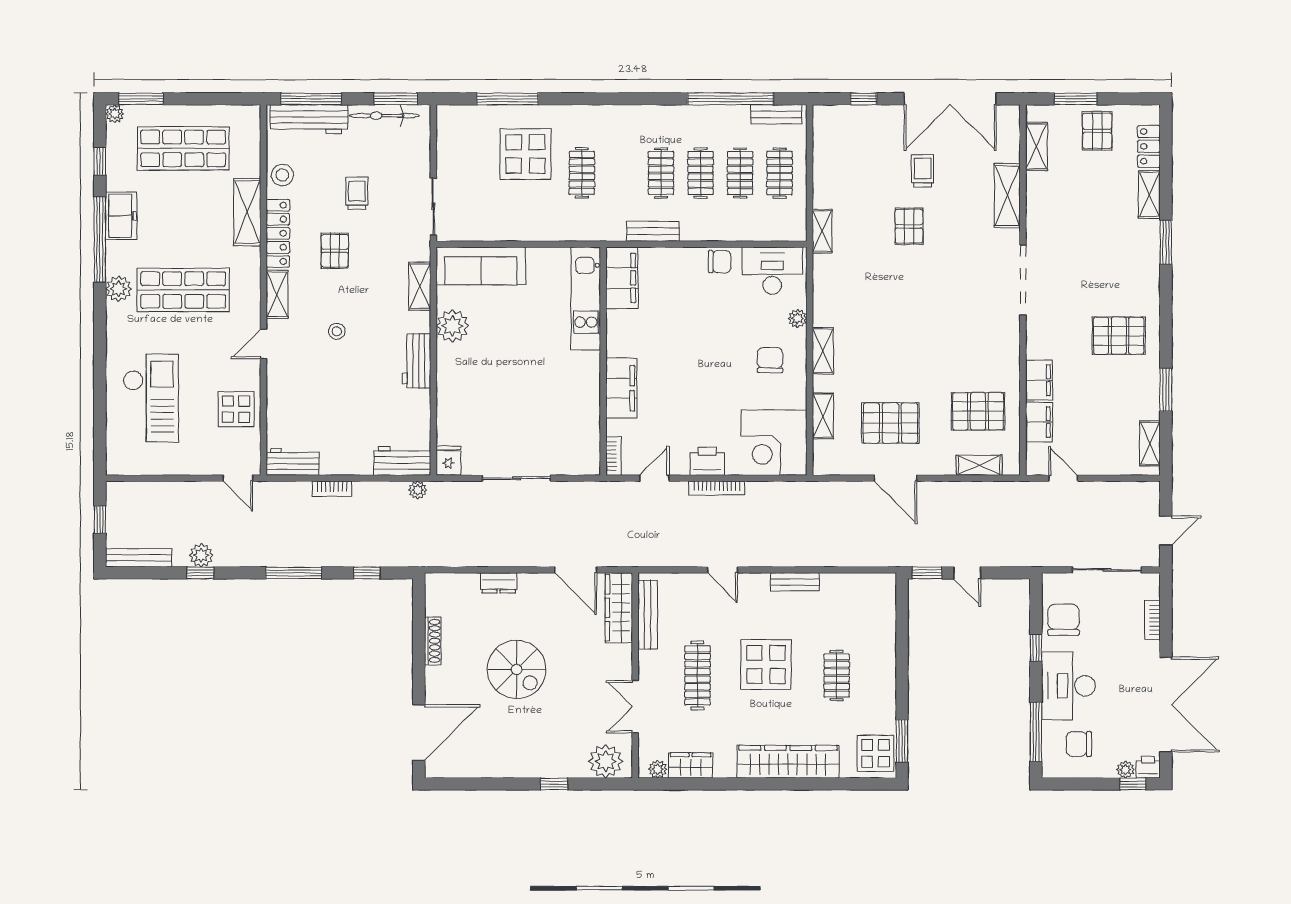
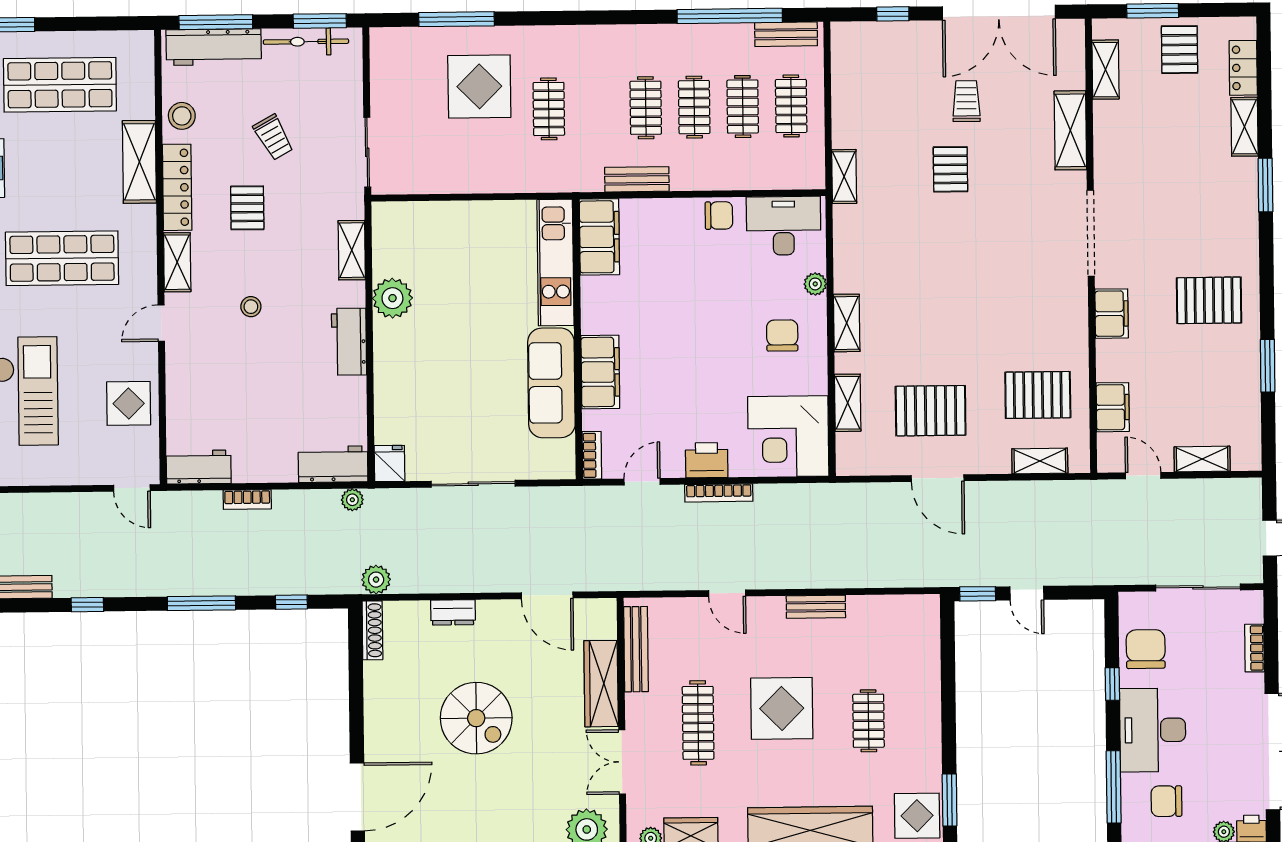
trolley: (357, 193) -> (273, 137), turned 151
sofa: (481, 266) -> (551, 383), moved, turned 90
filing cabinet: (1039, 380) -> (1112, 314), moved
shelving: (1150, 443) -> (1202, 459), moved, turned 90
plant: (201, 555) -> (376, 580), moved
wardrobe: (619, 608) -> (601, 684), moved
shoe rack: (433, 641) -> (372, 630), moved

